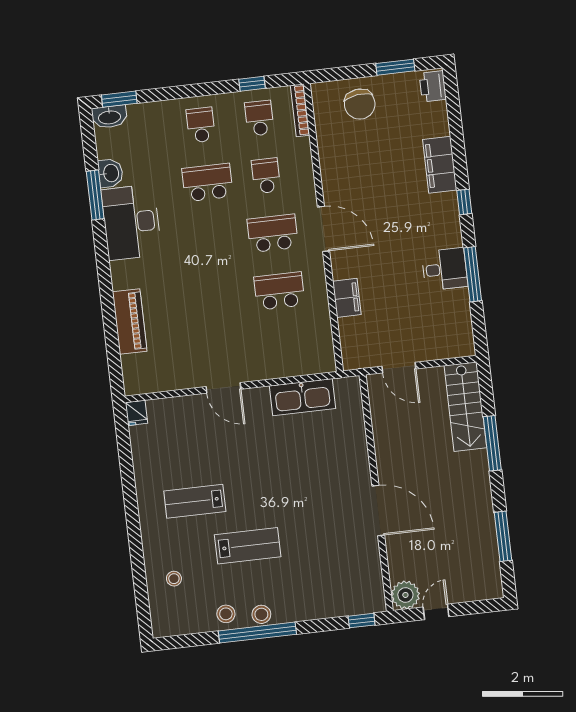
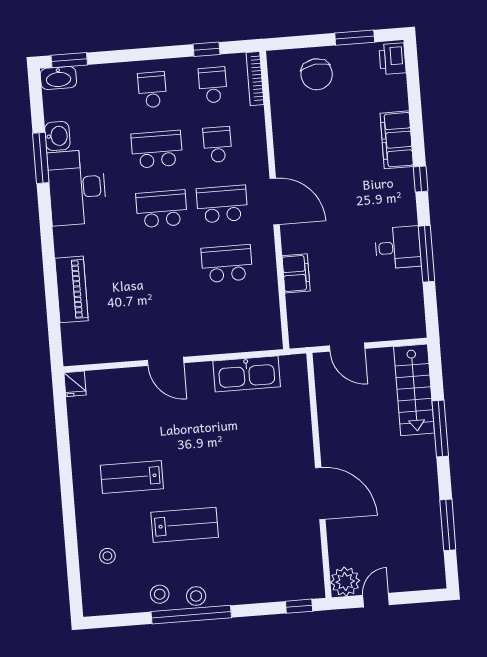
school desk: (214, 240) -> (162, 209), added

